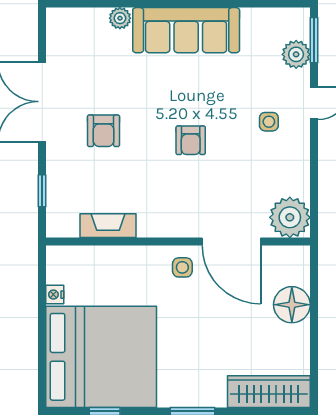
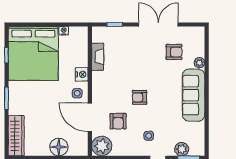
armchair: (104, 131) -> (174, 52), moved, turned 180
armchair: (239, 184) -> (118, 121), added
door: (231, 241) -> (90, 117), hinge flipped
nightstand: (144, 258) -> (82, 74), added

